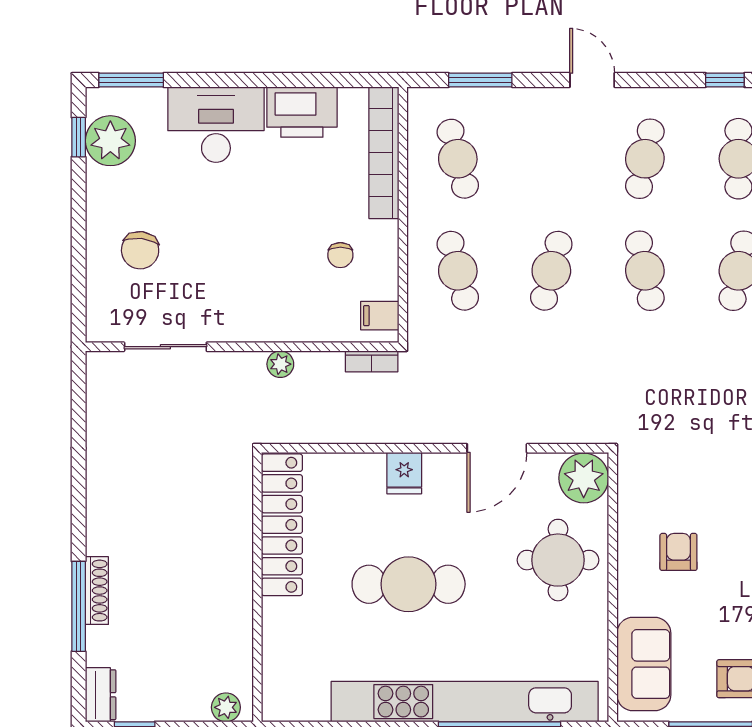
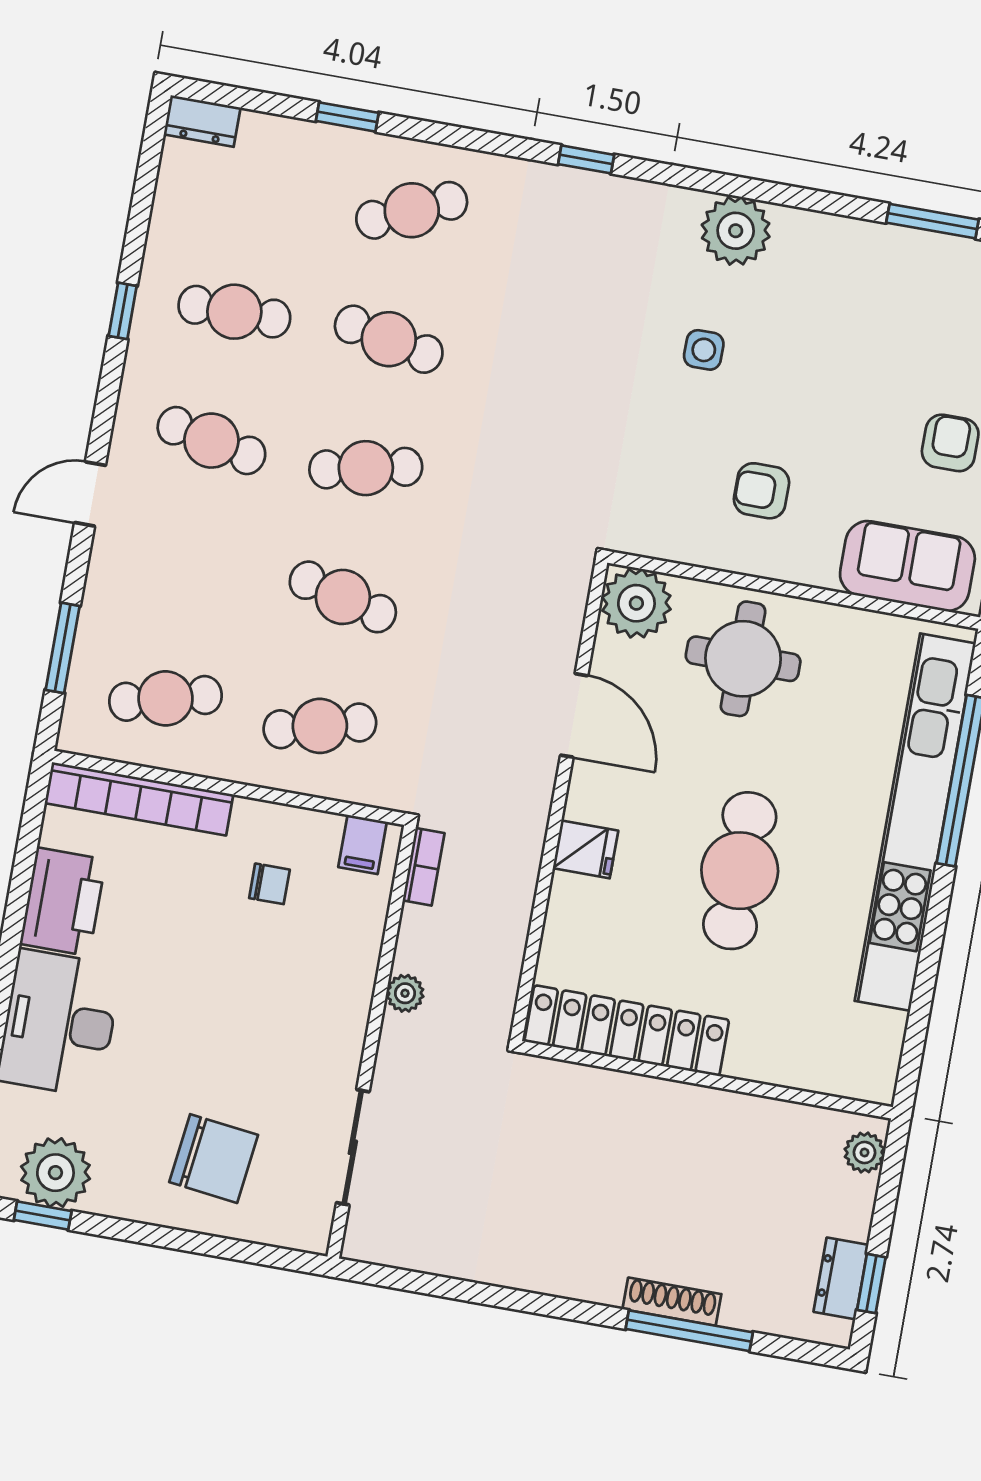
chair: (140, 250) -> (214, 1159), width x1.37, depth x1.37
dresser: (101, 695) -> (841, 1278), moved, turned -90

